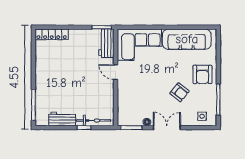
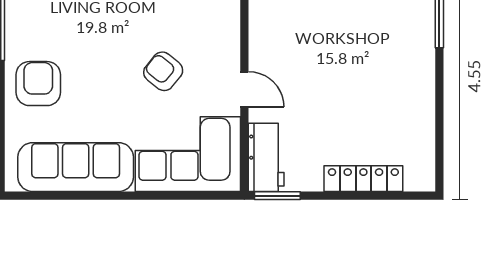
locker: (52, 34) -> (363, 179), moved
armchair: (180, 92) -> (163, 71), moved

